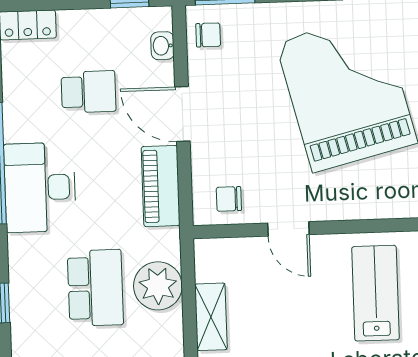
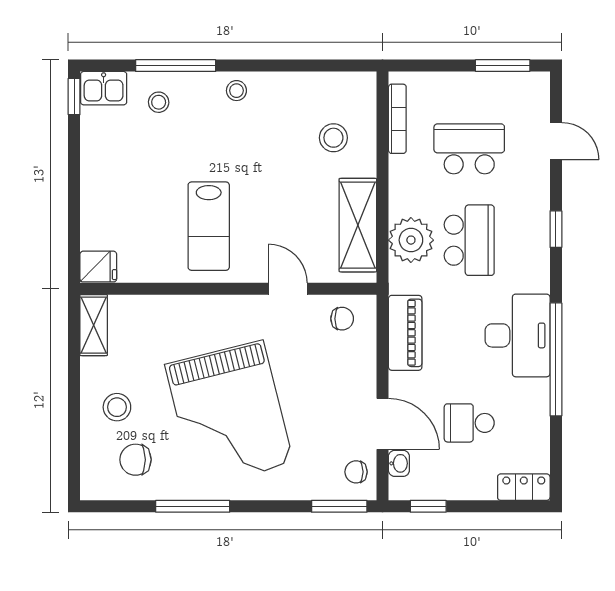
door: (182, 114) -> (383, 424), moved
school desk: (95, 288) -> (469, 240), turned 180
shelving: (211, 317) -> (358, 225), width x1.50, depth x1.33

